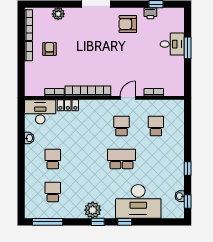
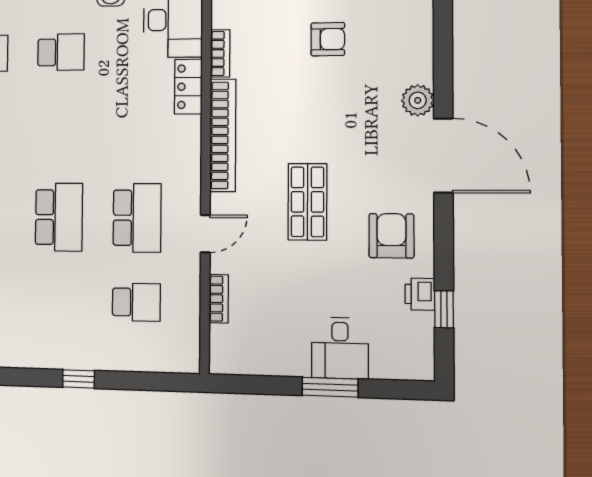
plant: (58, 14) -> (418, 100), moved
shop shelf: (115, 57) -> (307, 202), added
door: (128, 98) -> (205, 234), hinge flipped
school desk: (121, 126) -> (137, 218), width x1.85
window: (188, 169) -> (79, 379), moved

